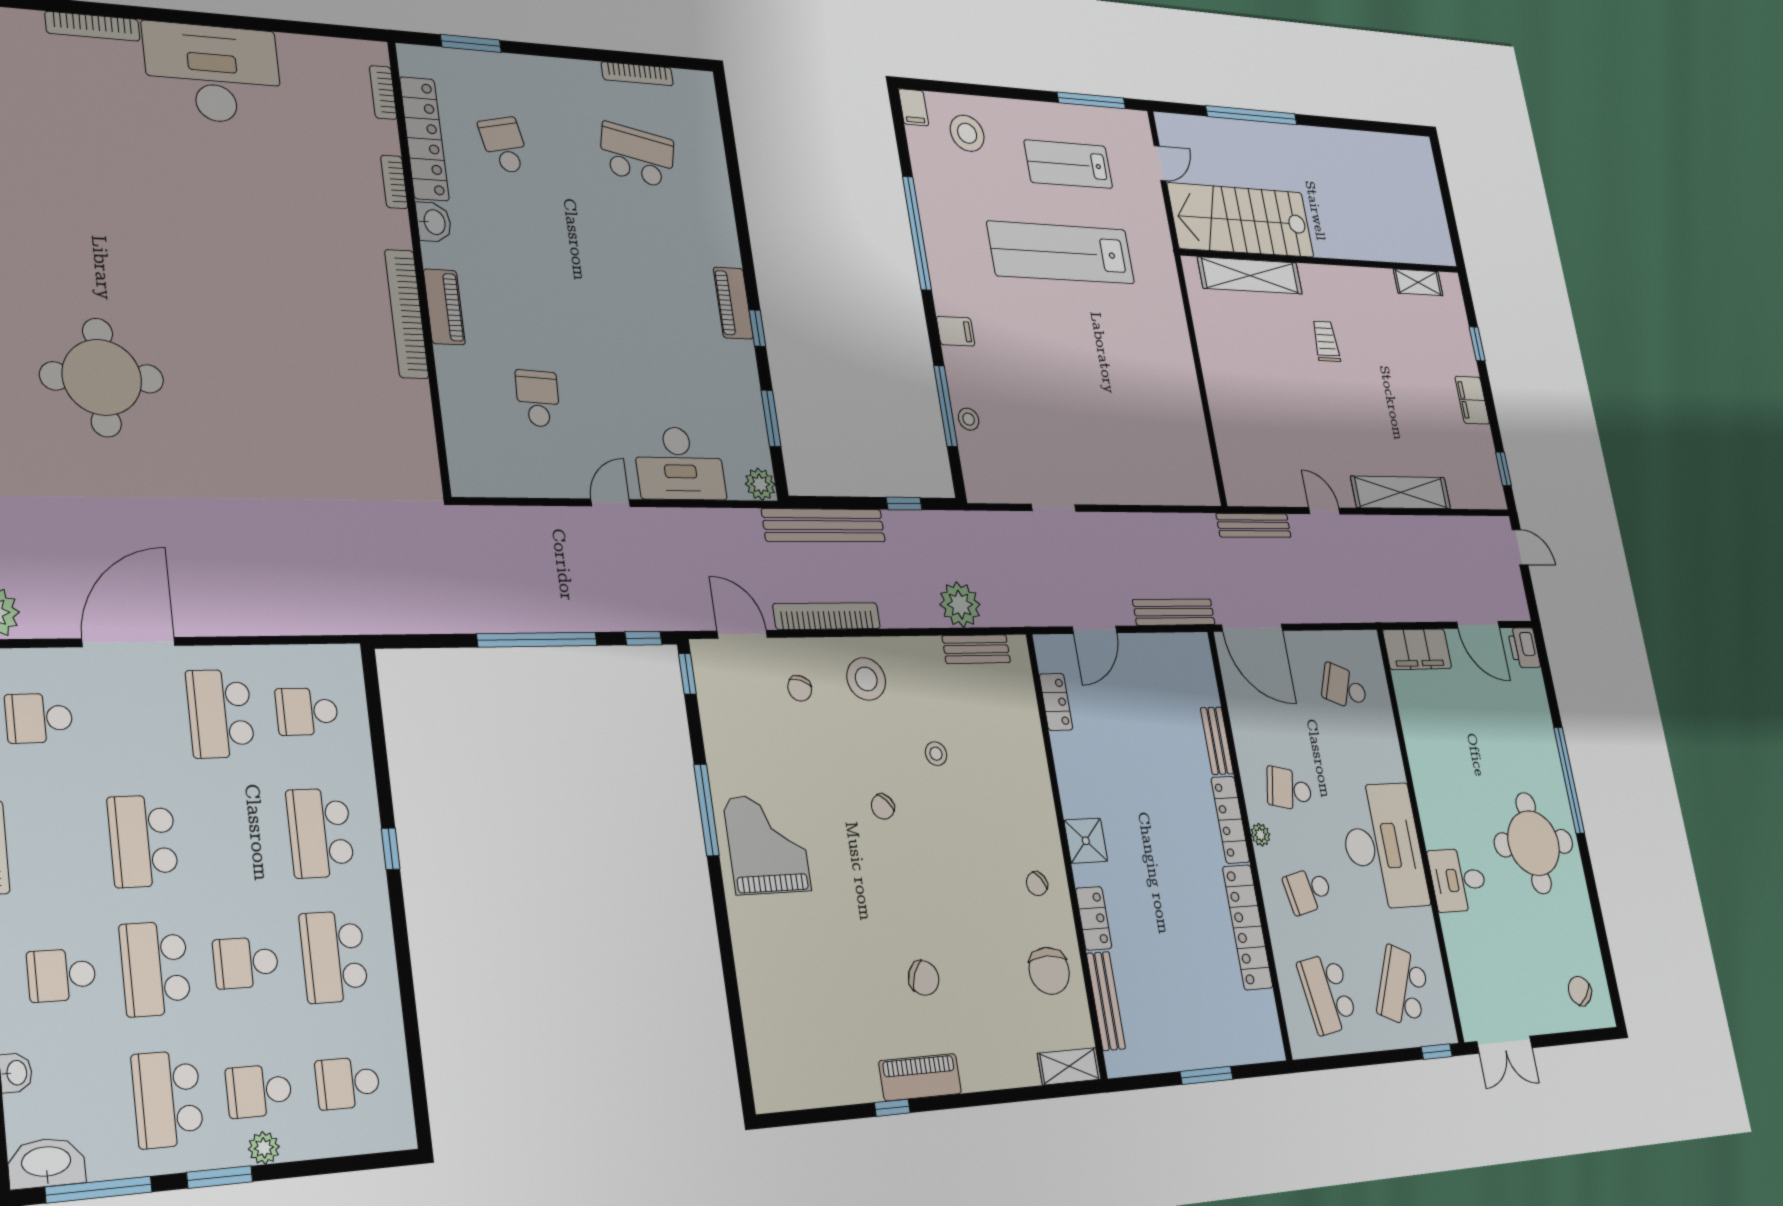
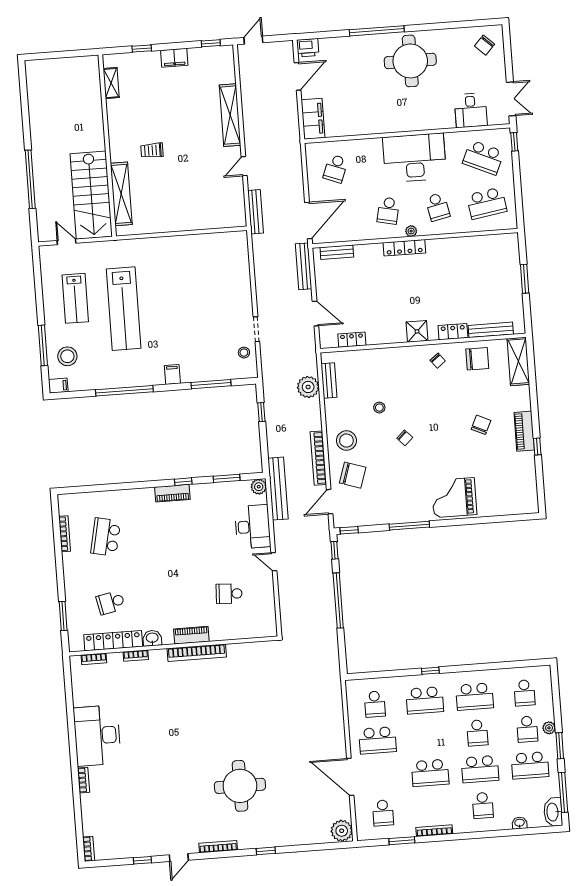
bookcase: (93, 26) -> (84, 780), width x0.64
window: (1091, 100) -> (43, 345), moved
stool: (969, 419) -> (244, 353), moved
bench: (824, 525) -> (278, 489), moved
chair: (800, 688) -> (353, 475), width x1.87, depth x1.87
bench: (1217, 741) -> (337, 252), moved
grand piano: (767, 844) -> (454, 498), moved
desk: (1458, 880) -> (471, 110), moved
locker: (1248, 927) -> (456, 245), removed
shelving: (1069, 1066) -> (518, 361), width x1.50, depth x1.33

